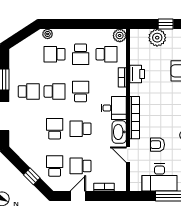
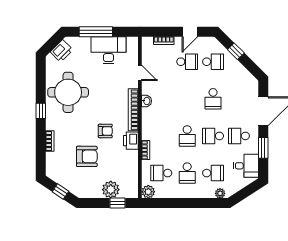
window: (166, 24) -> (117, 203), moved
school desk: (81, 54) -> (187, 173), turned 180
printer: (137, 74) -> (131, 141), moved
desk: (114, 108) -> (246, 166), moved, turned 180
school desk: (81, 129) -> (187, 99), removed
washbasin: (119, 132) -> (147, 101), width x0.52, depth x0.69
armchair: (157, 145) -> (105, 131), moved
school desk: (55, 166) -> (213, 62), turned -90

